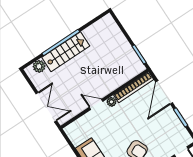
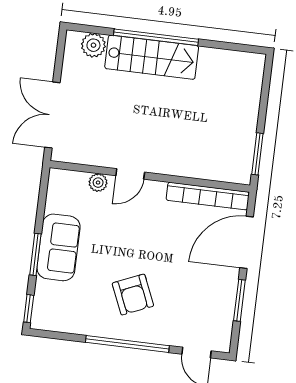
plant: (111, 102) -> (98, 183), moved
door: (96, 104) -> (130, 174), swing flipped
double door: (46, 107) -> (52, 115), swing flipped

